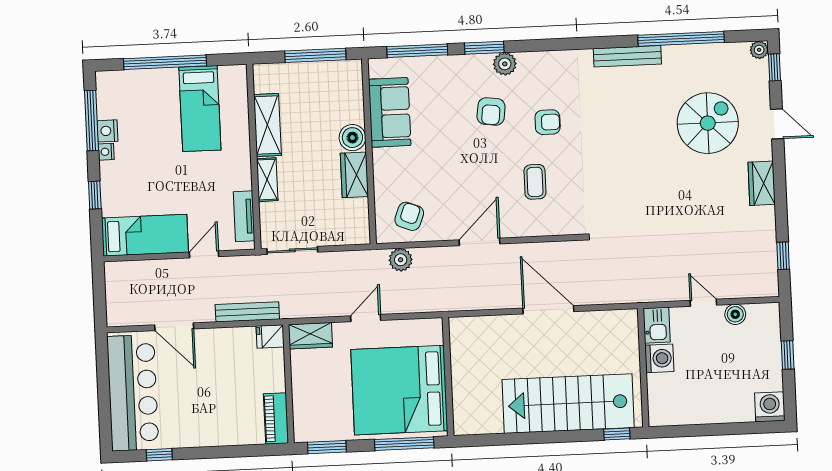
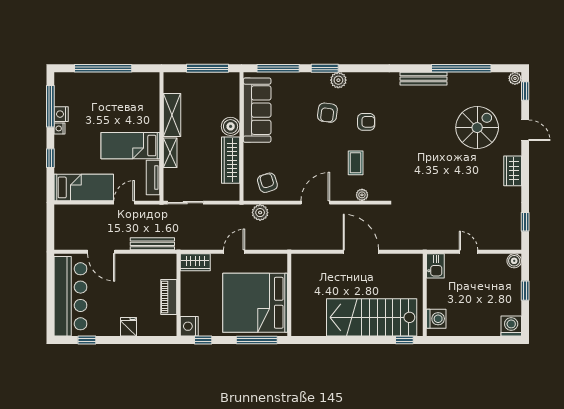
bed: (200, 109) -> (130, 146), moved, turned 90
sofa: (390, 112) -> (257, 110), width x1.36
wardrobe: (354, 175) -> (231, 160), width x1.50
armchair: (409, 216) -> (267, 183), turned -38
plant: (546, 228) -> (362, 195), added
boiler: (735, 314) -> (514, 261), moved
fridge: (270, 336) -> (128, 327), moved, turned 90
washing machine: (659, 358) -> (436, 319), moved
piano: (276, 418) -> (169, 297), moved
nightstand: (306, 428) -> (189, 326), added
window: (327, 447) -> (203, 340), width x0.67

